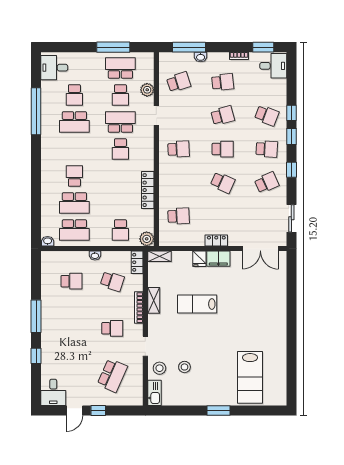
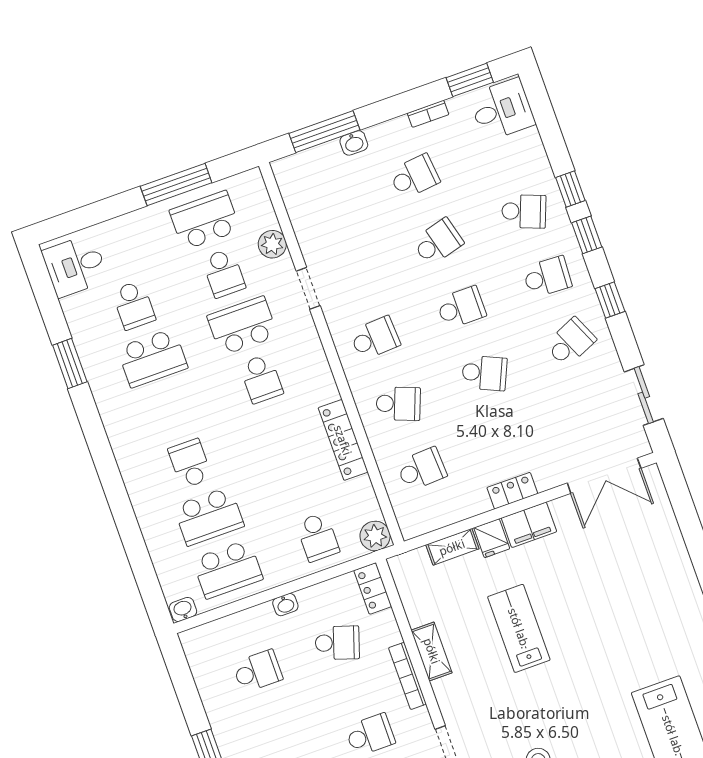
school desk: (179, 82) -> (398, 404), moved, turned 39
window: (36, 111) -> (70, 363), width x0.47
shelving: (159, 256) -> (452, 547), moved
lab bench: (197, 304) -> (519, 628), turned 90

